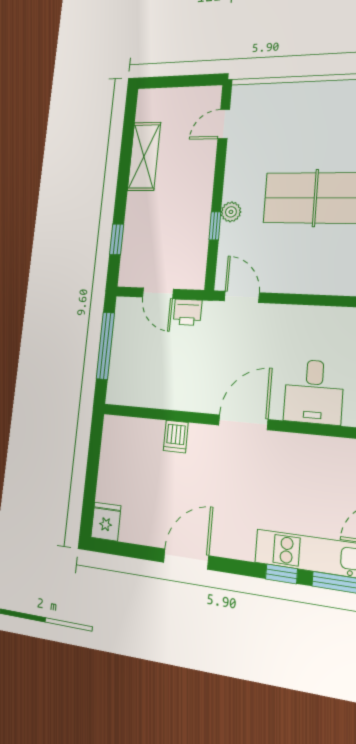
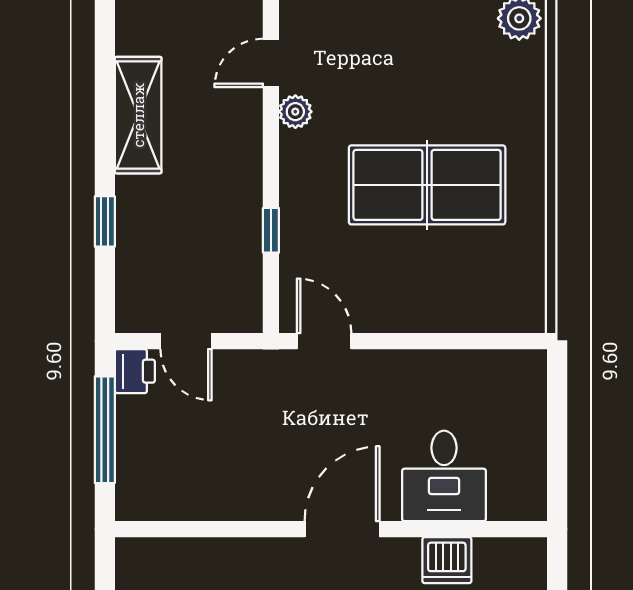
plant: (231, 212) -> (295, 112), moved
window: (117, 239) -> (105, 221), moved
printer: (187, 312) -> (135, 371), moved, turned -90
dishwasher: (176, 437) -> (447, 560), moved, width x1.38

